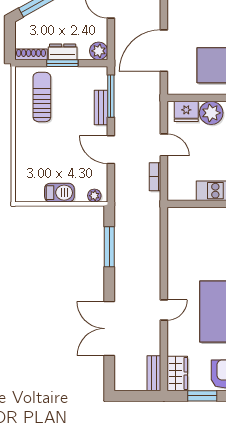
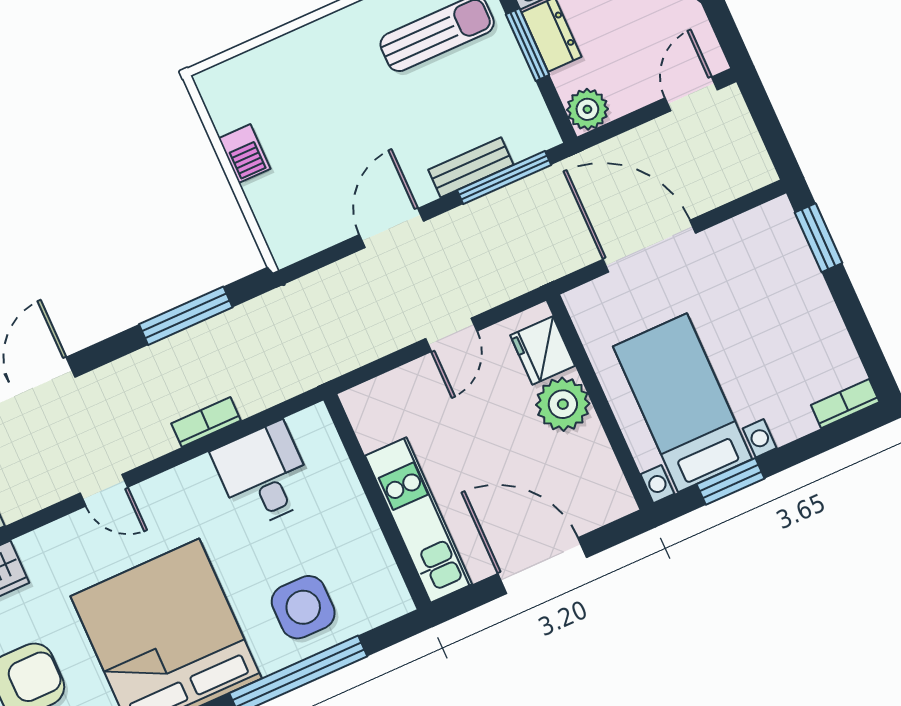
bookcase: (155, 177) -> (206, 422), moved
barbecue: (59, 193) -> (245, 154), width x0.73, depth x0.79
plant: (94, 196) -> (279, 236), removed
desk: (186, 244) -> (264, 475), added

